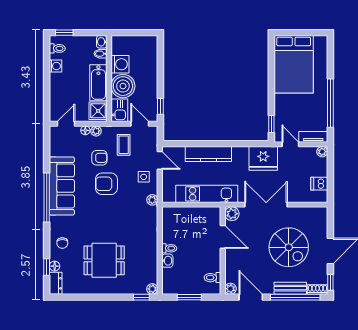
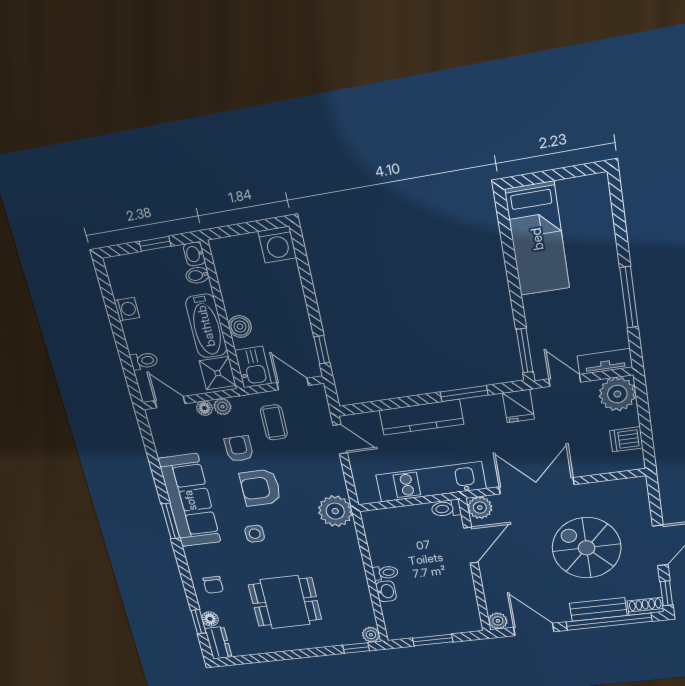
window: (64, 33) -> (155, 244), moved
toilet: (57, 48) -> (144, 361), moved
washing machine: (120, 64) -> (277, 245), moved, turned 90
bed: (294, 64) -> (537, 239), width x0.67
boiler: (123, 86) -> (240, 326), width x0.54, depth x0.54
window: (330, 103) -> (629, 297), width x0.68
door: (66, 124) -> (170, 402), hinge flipped
window: (271, 124) -> (525, 351), width x1.50
window: (235, 144) -> (464, 394), added
plant: (322, 152) -> (617, 394), width x1.88, depth x1.88
armchair: (99, 158) -> (239, 449), turned -90
fridge: (263, 158) -> (518, 406), width x0.53, depth x0.75
side table: (144, 177) -> (255, 534), moved
window: (47, 198) -> (170, 521), width x0.47
plant: (152, 200) -> (335, 511), width x1.88, depth x1.88
door: (223, 237) -> (471, 545), hinge flipped
spiral stairs: (289, 247) -> (587, 548), turned 180
toilet: (212, 278) -> (446, 509), moved

